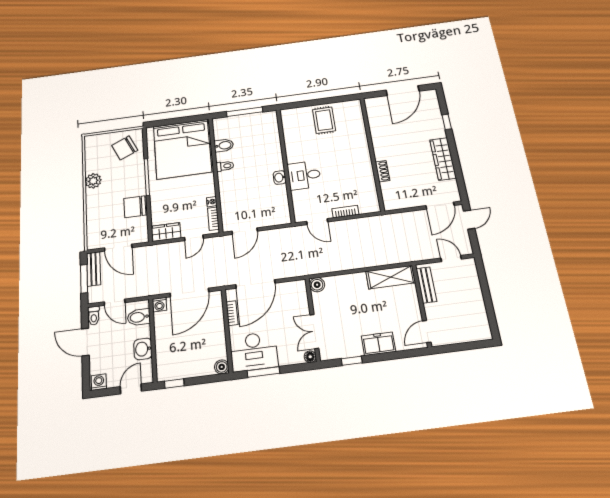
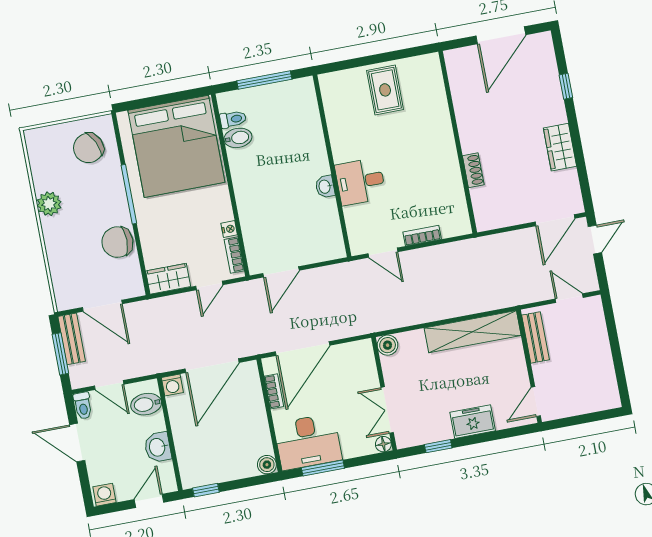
wardrobe: (443, 159) -> (560, 147), width x0.67
toilet: (225, 166) -> (233, 119), moved
shelving: (391, 277) -> (473, 332), width x1.47

